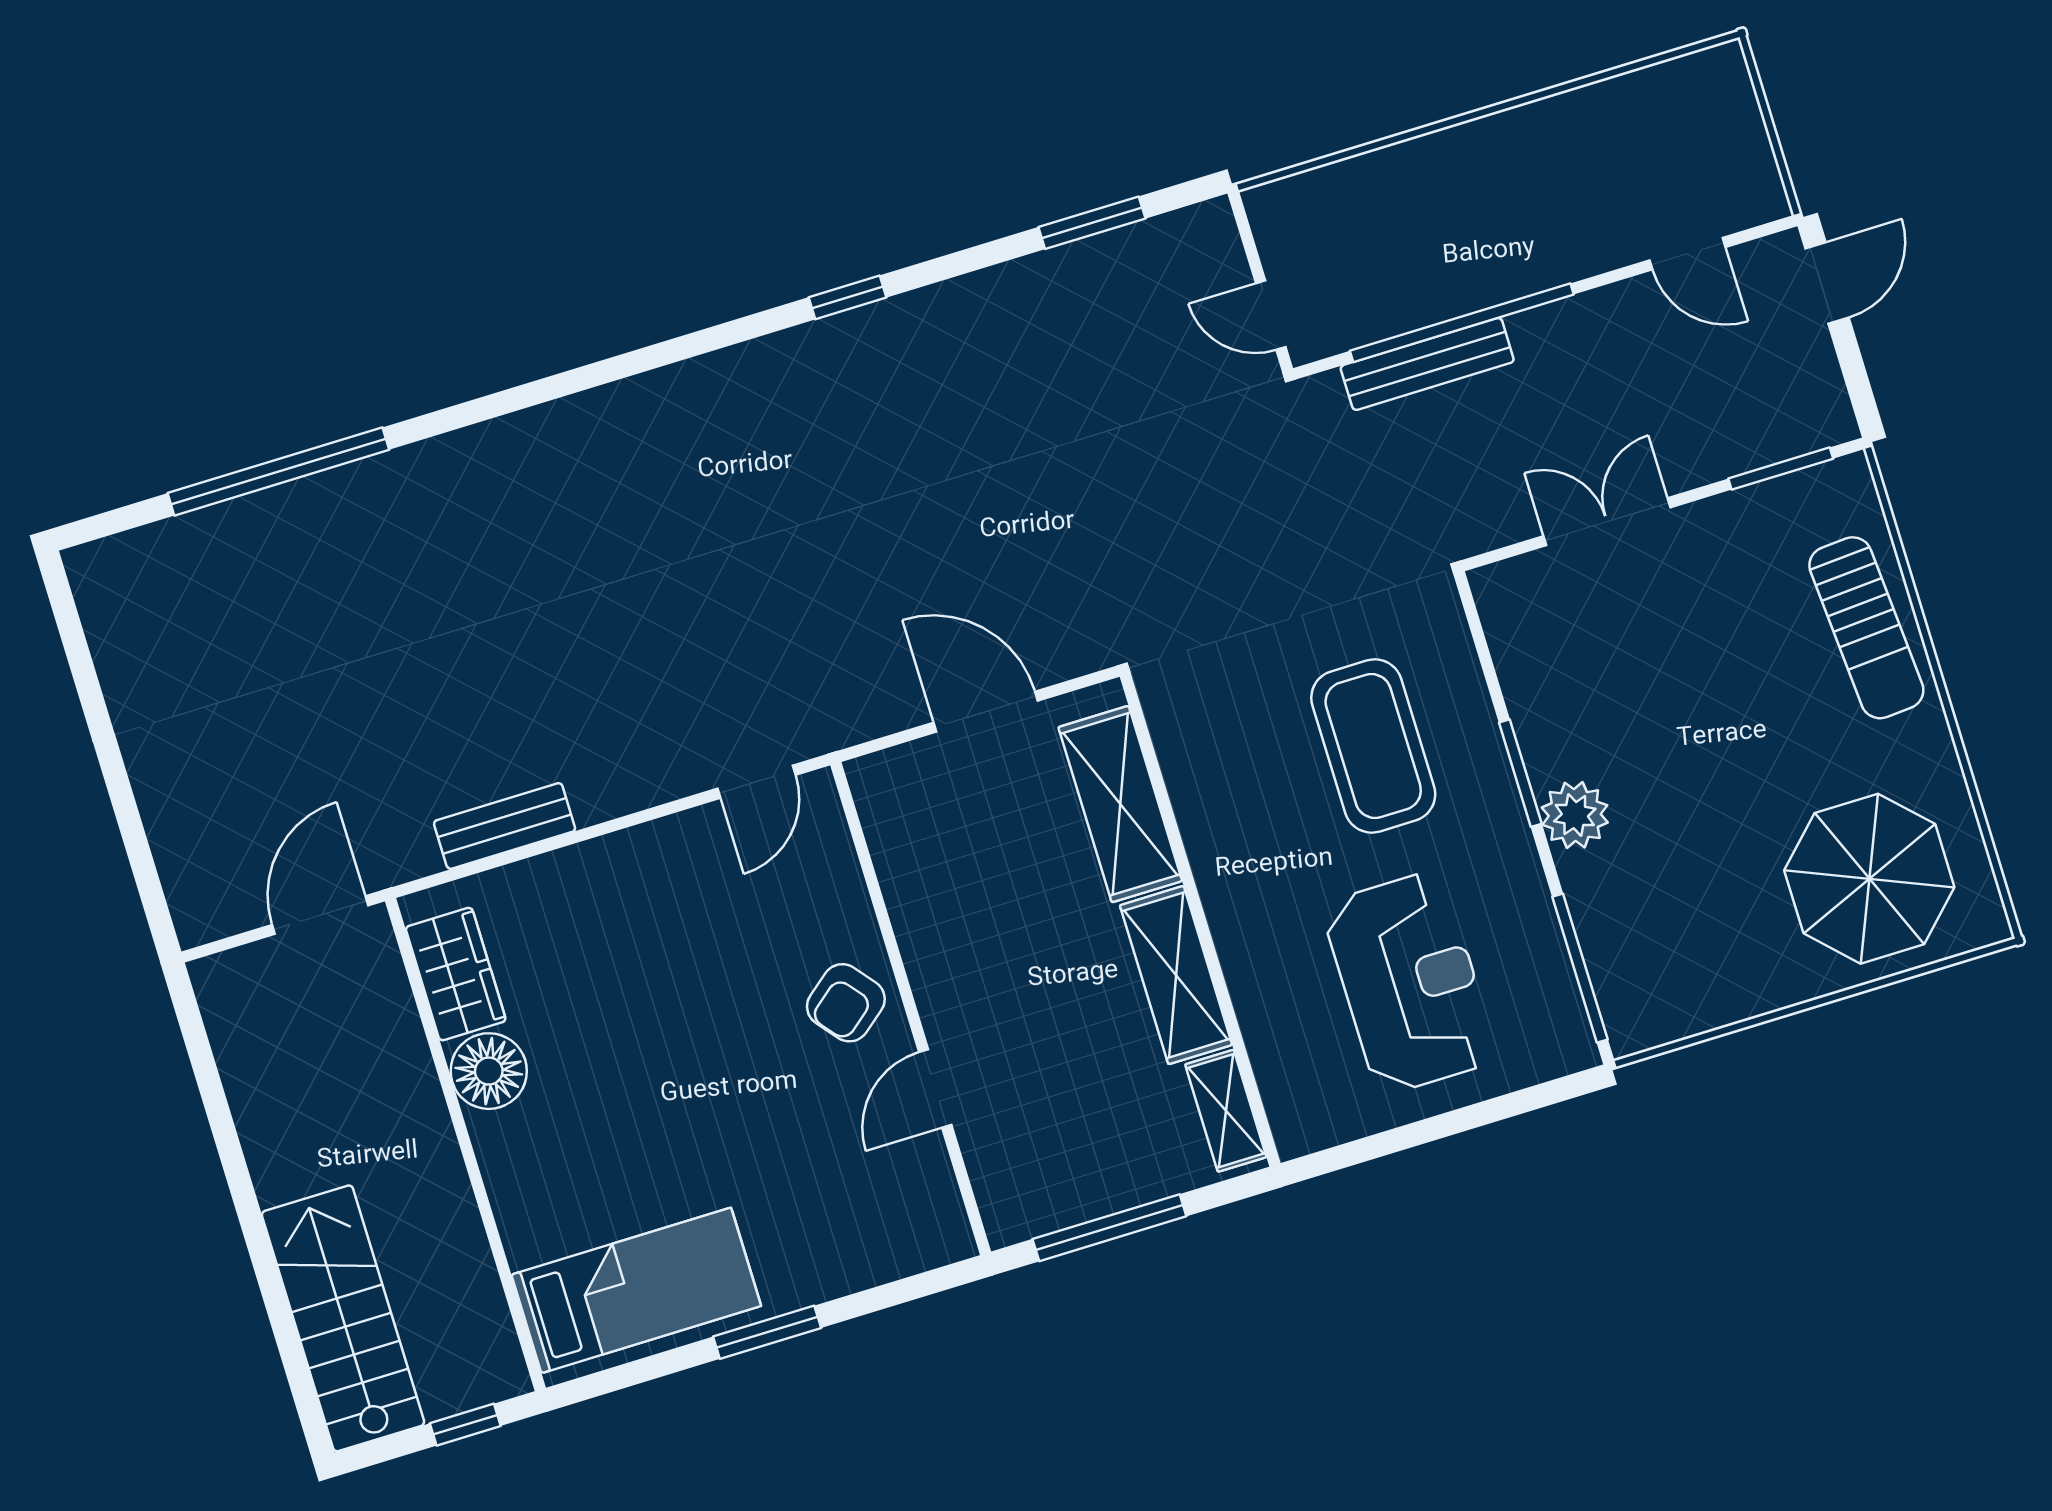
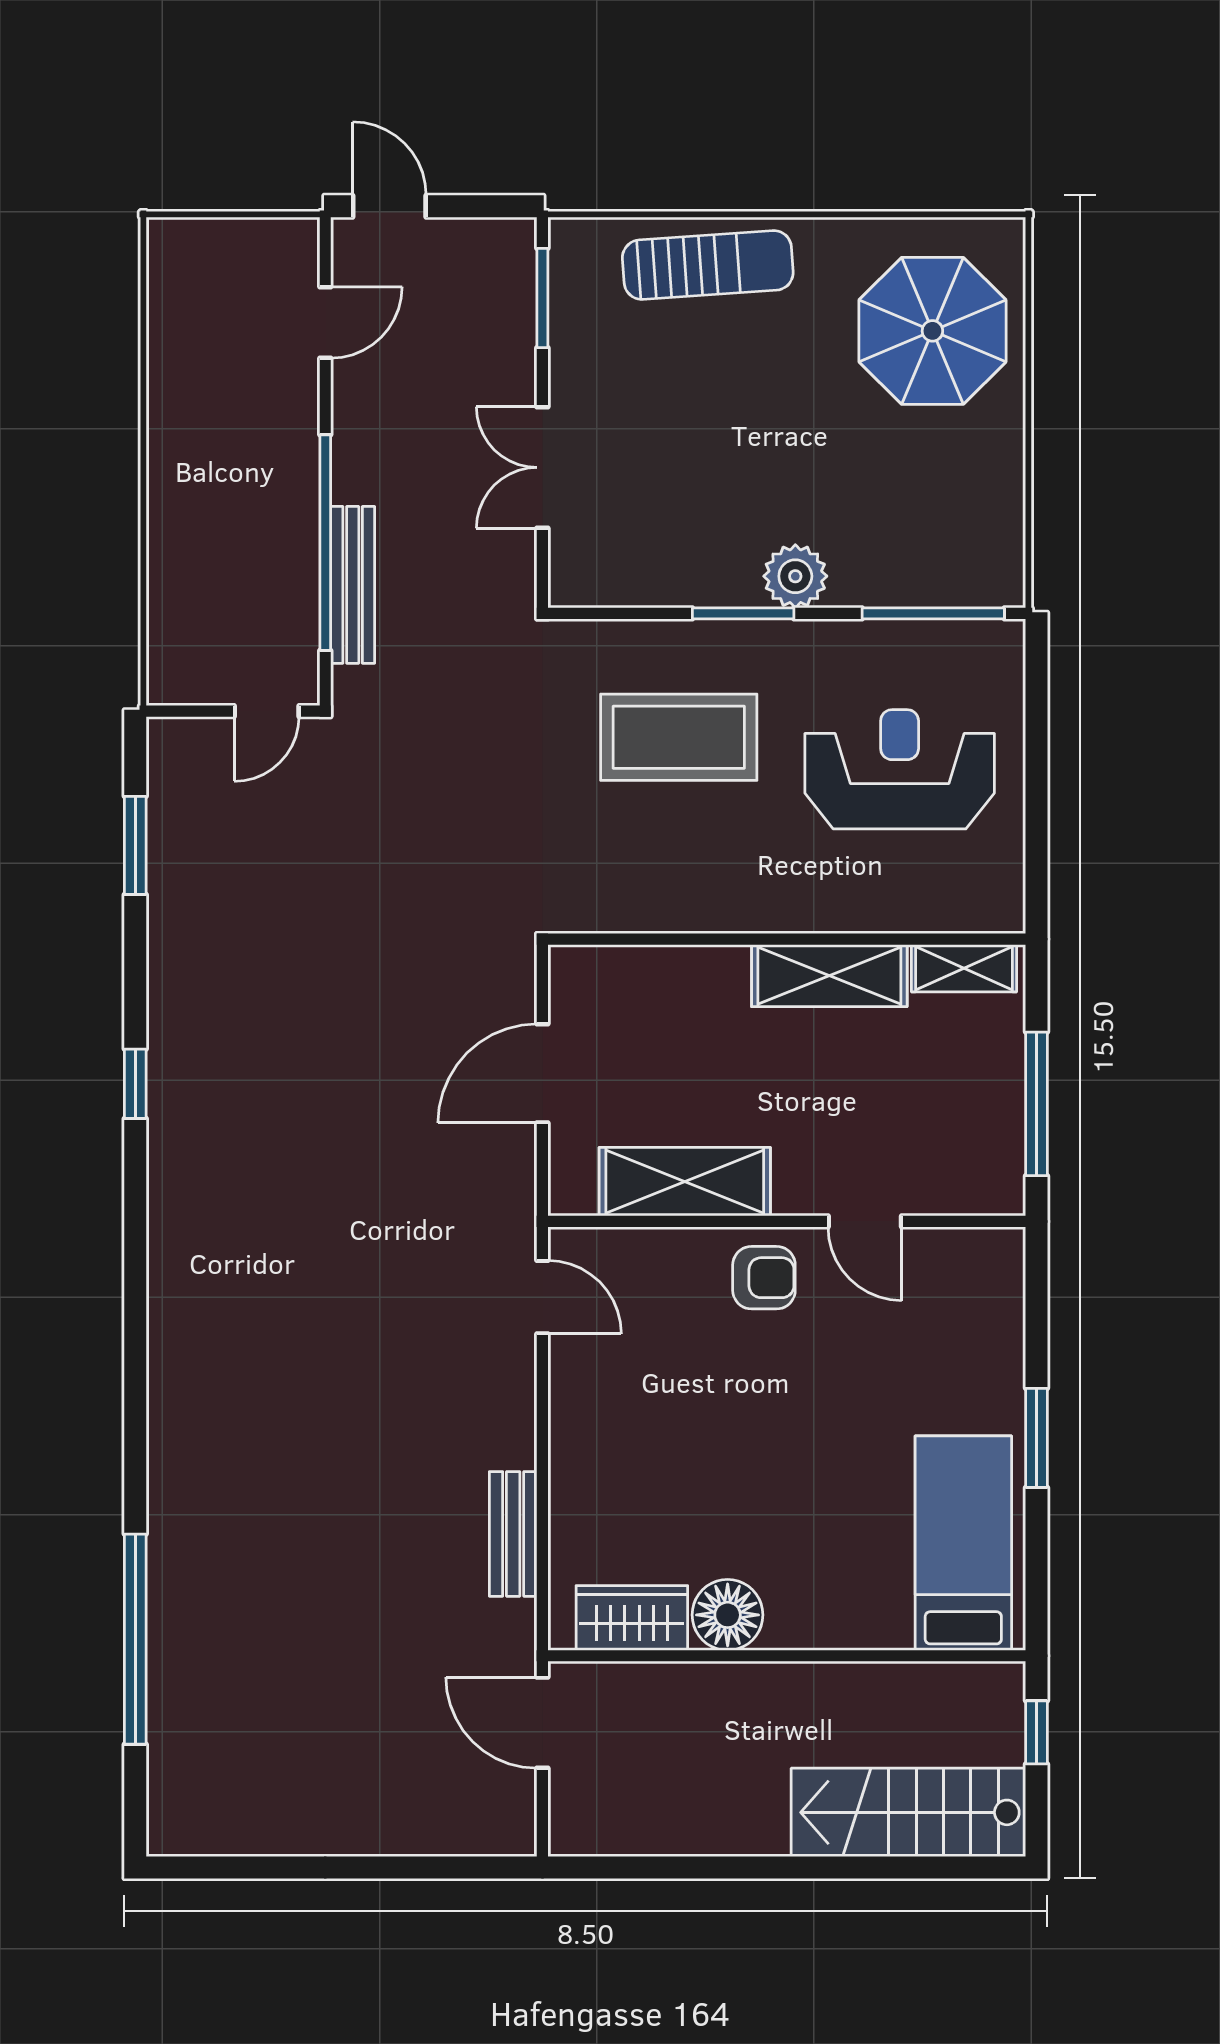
shelving: (1120, 804) -> (685, 1182), moved
armchair: (846, 1003) -> (764, 1278), turned -51

